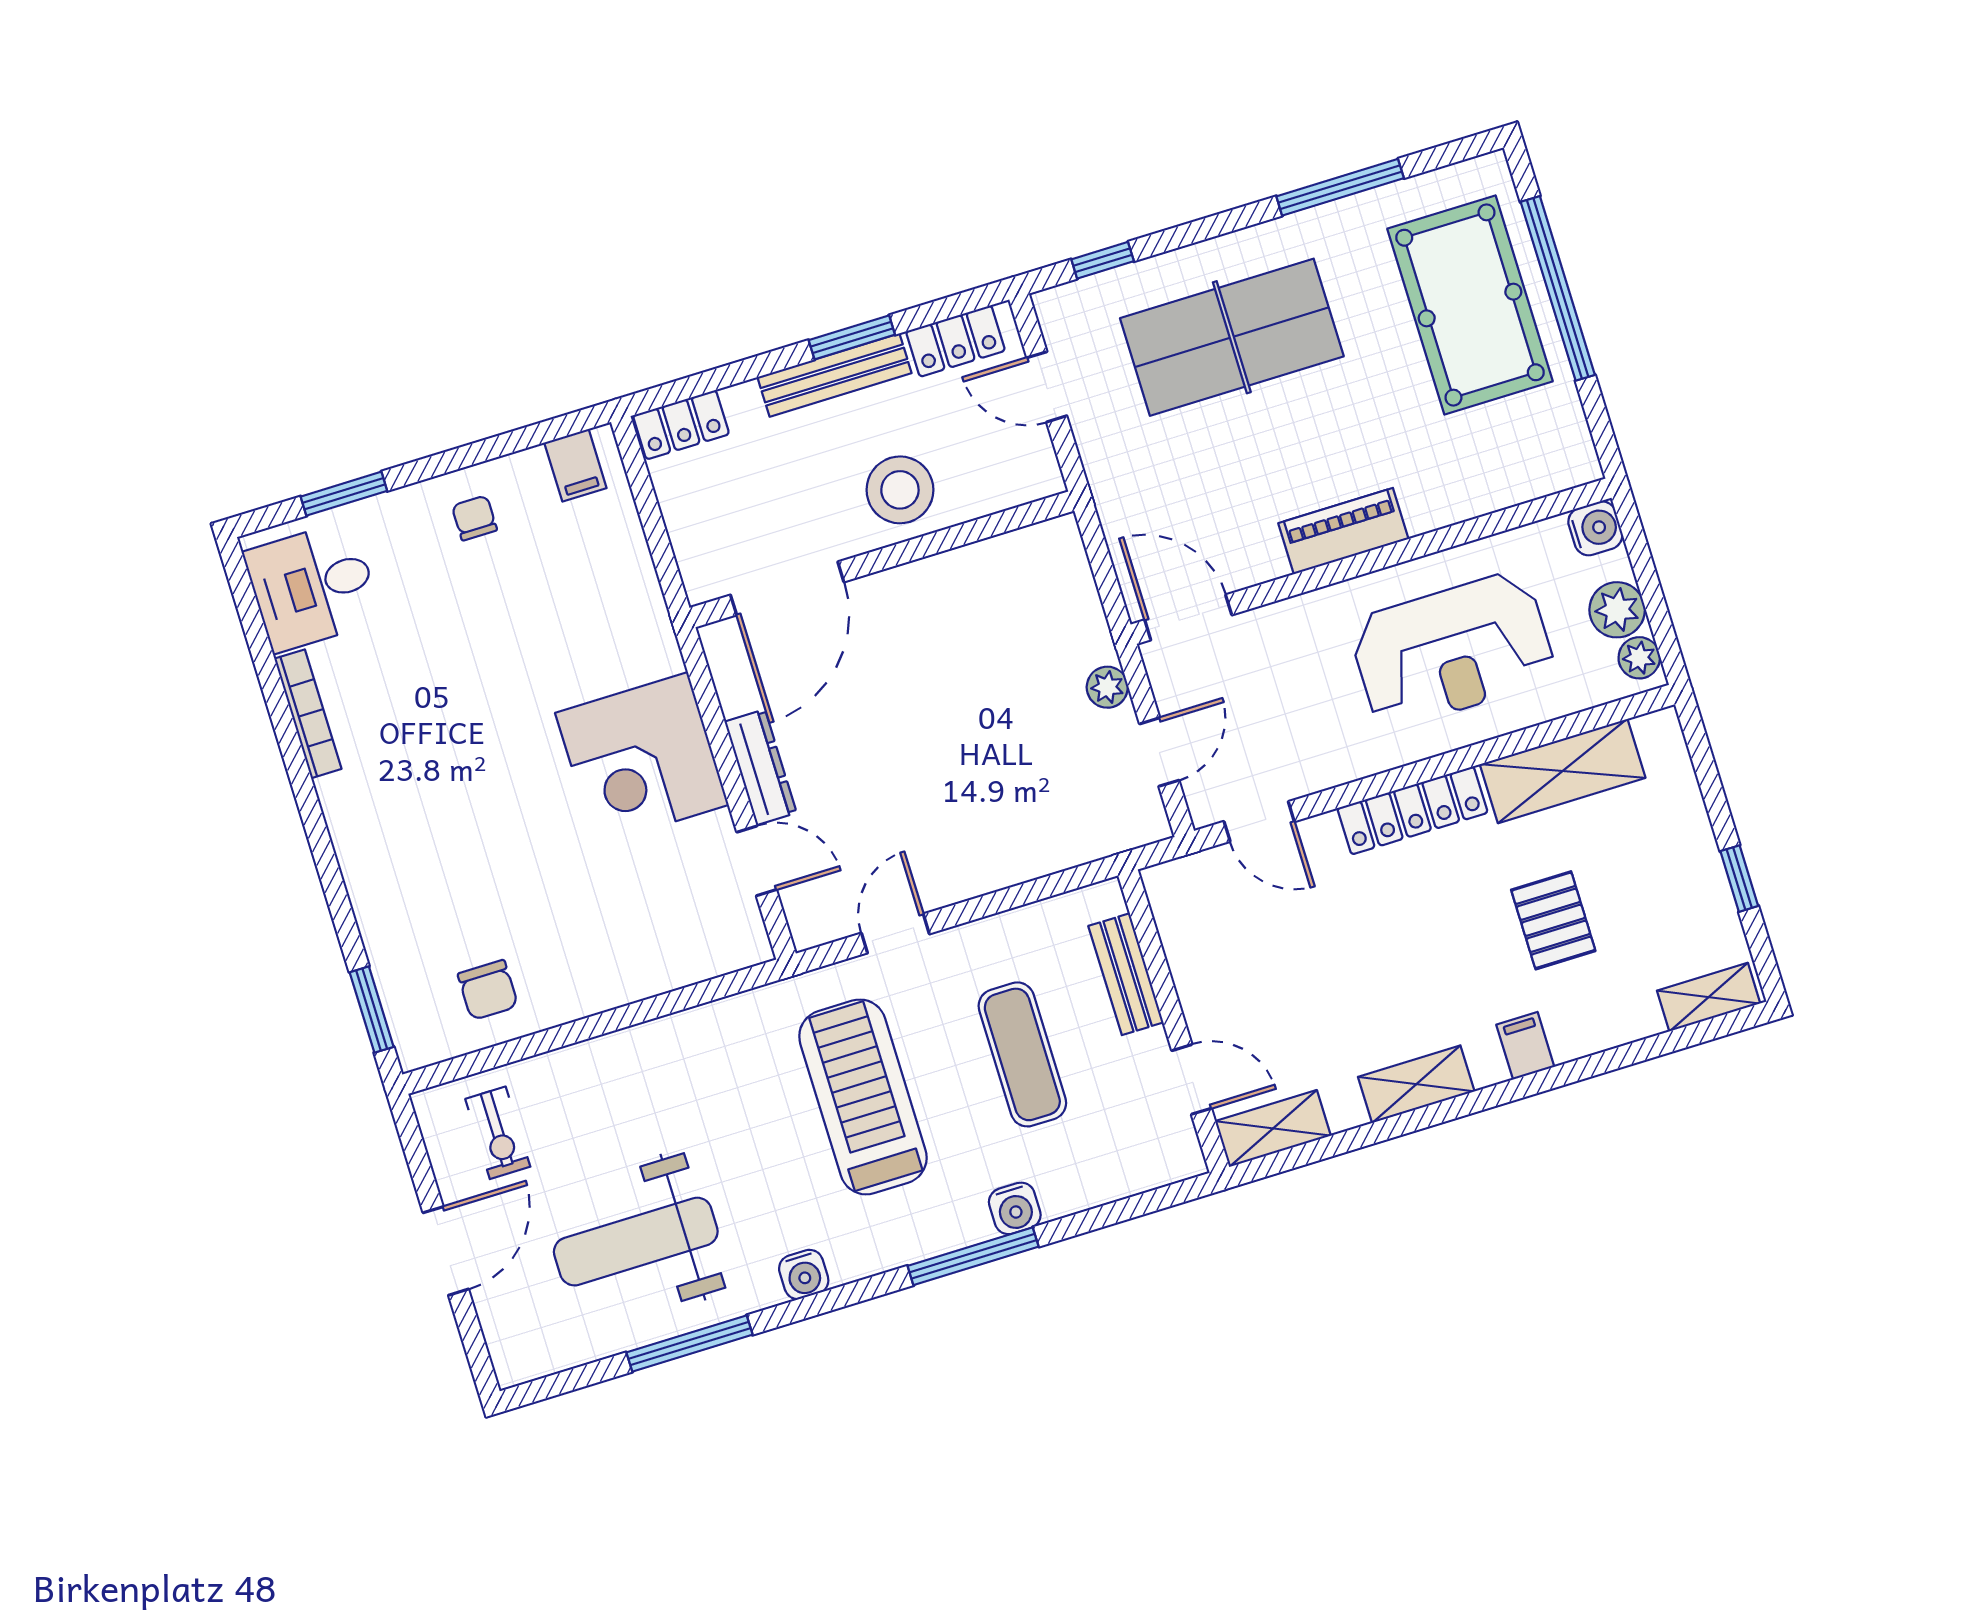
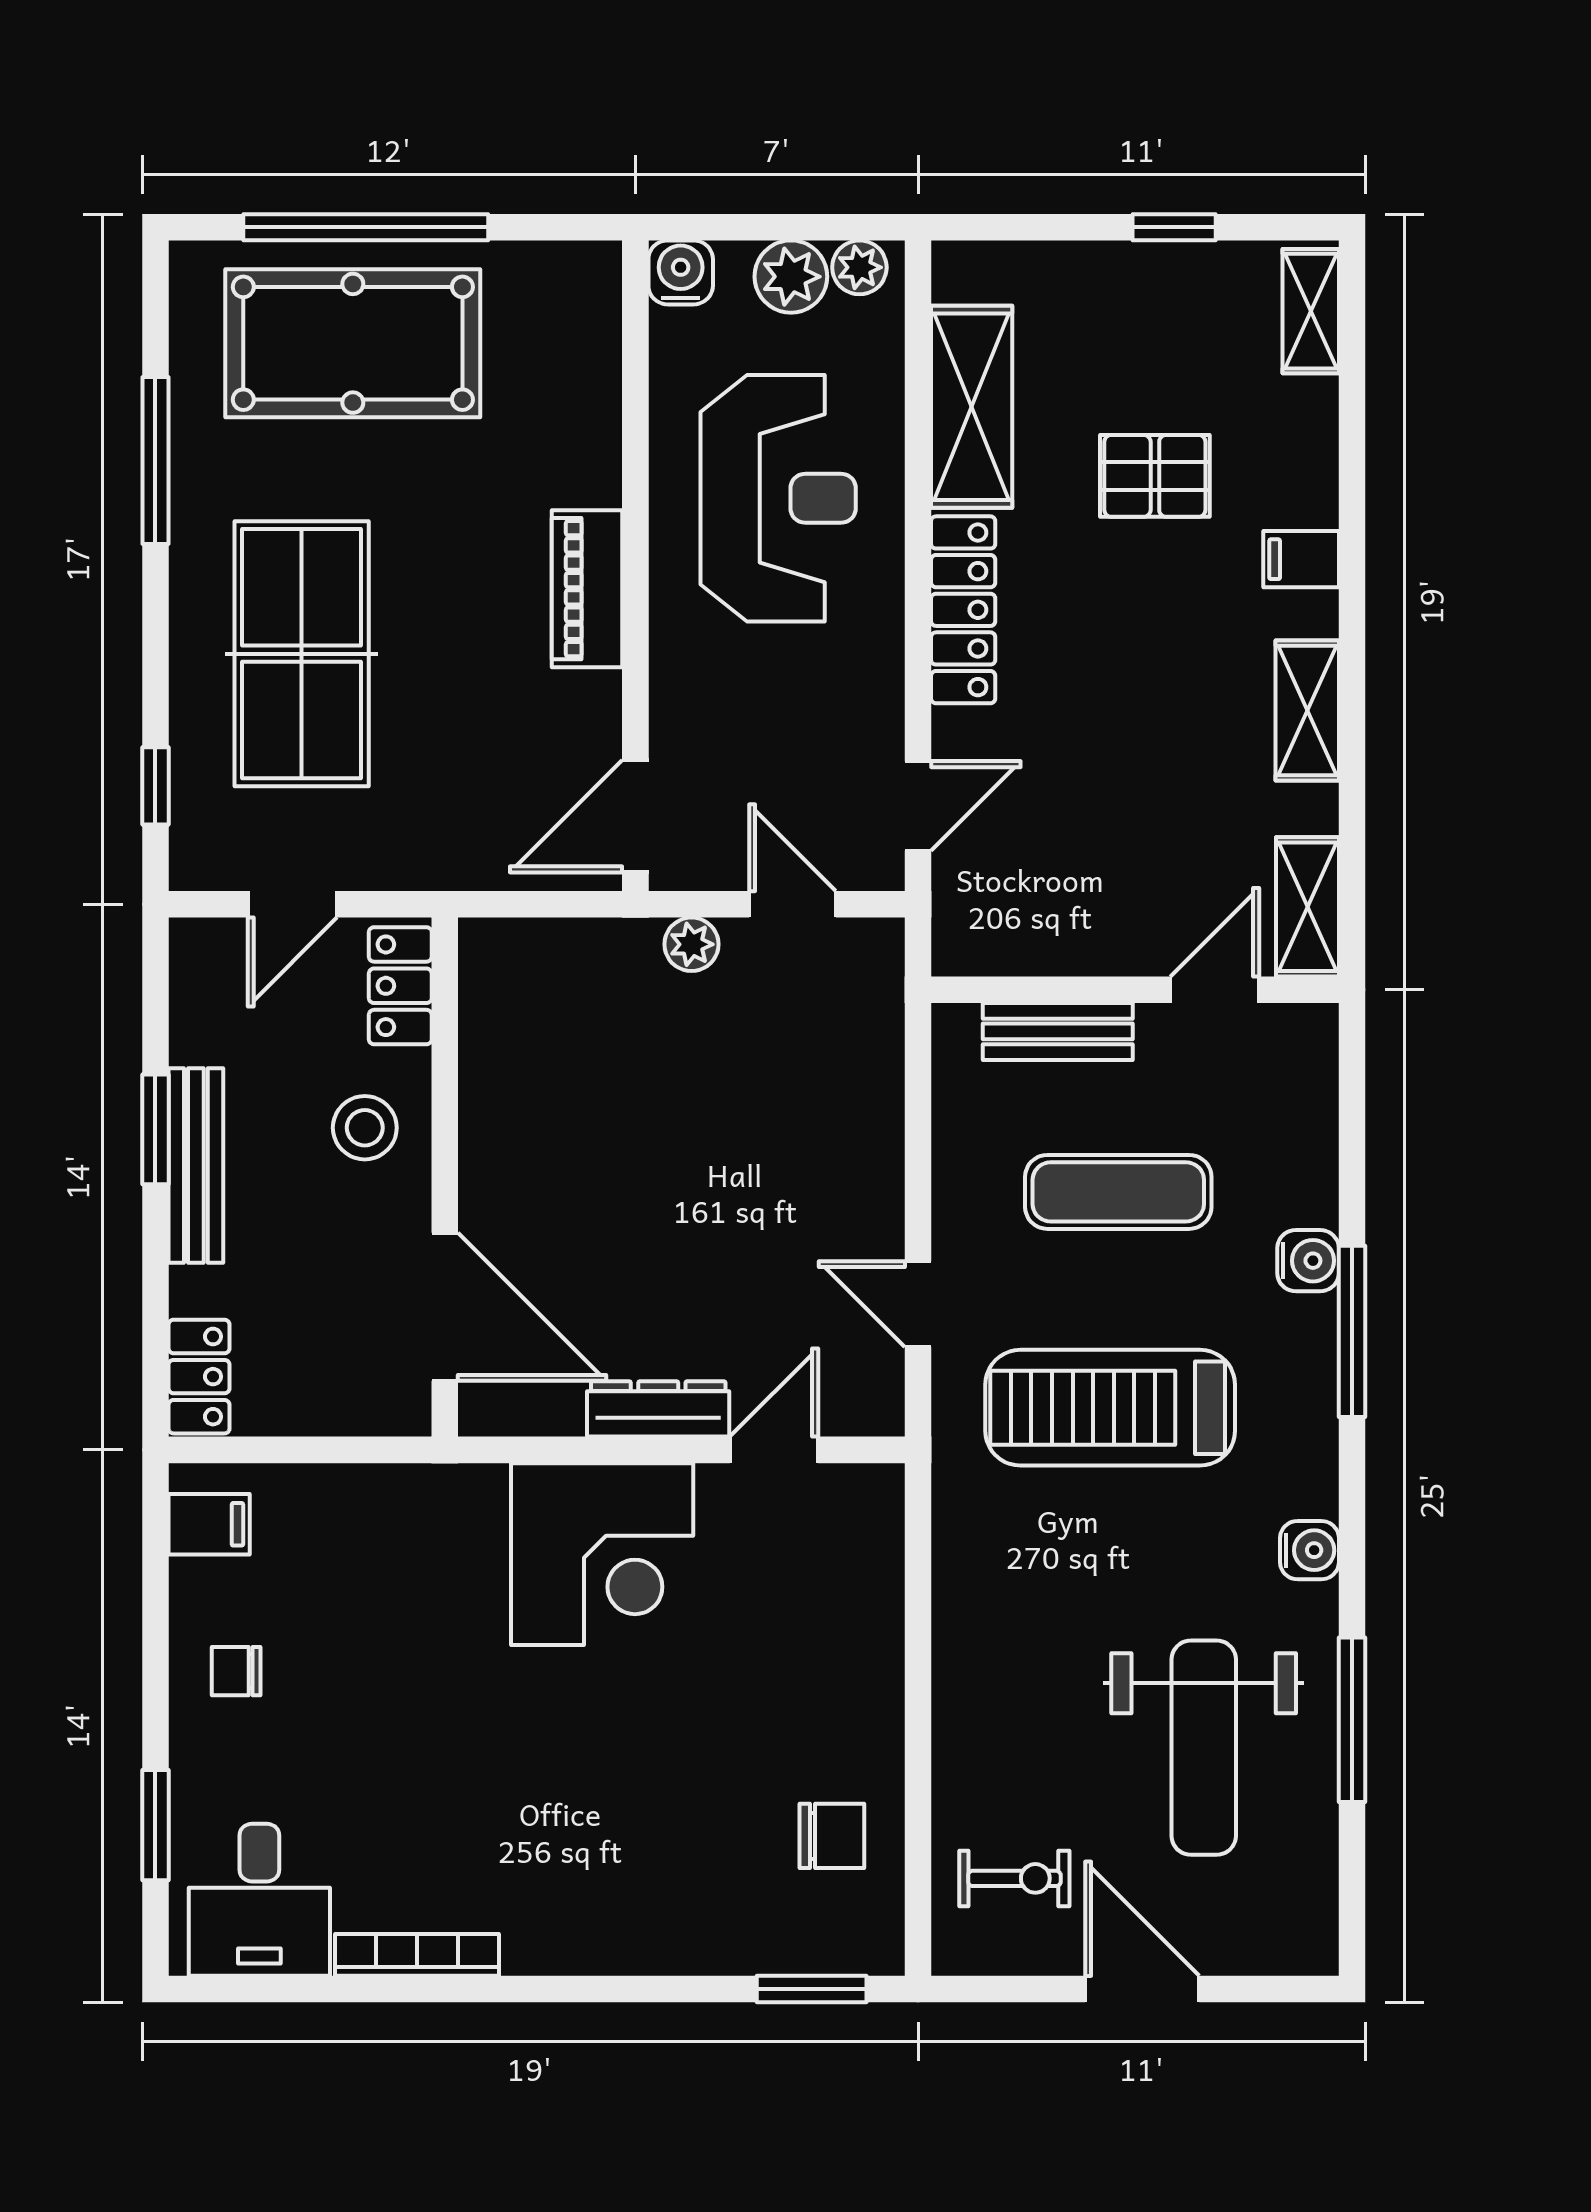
locker: (956, 341) -> (400, 986), moved, turned 180
stool: (900, 490) -> (365, 1128), width x0.73, depth x0.73

